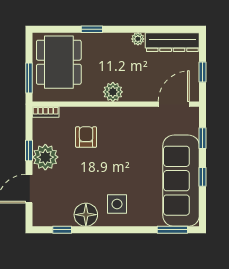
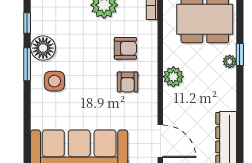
plant: (138, 39) -> (230, 61), moved
armchair: (118, 135) -> (128, 82), added
window: (172, 230) -> (27, 64), moved

